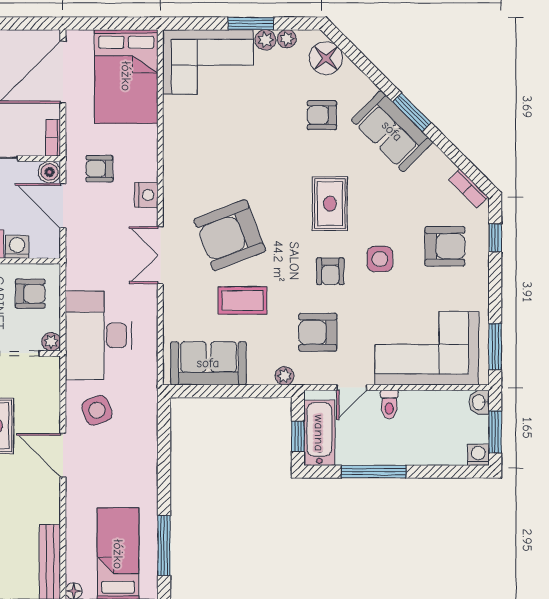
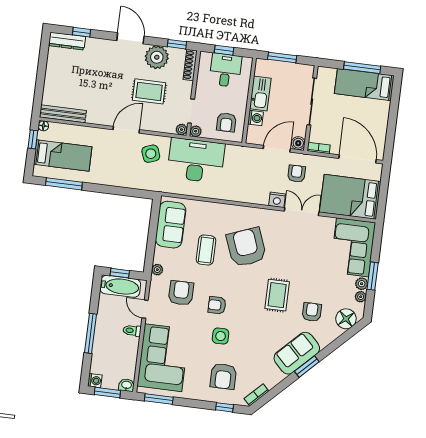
rug: (330, 204) -> (277, 295), moved, turned 90
double door: (160, 255) -> (302, 212), moved
plant: (51, 365) -> (182, 130), added
window: (374, 472) -> (90, 333), moved

